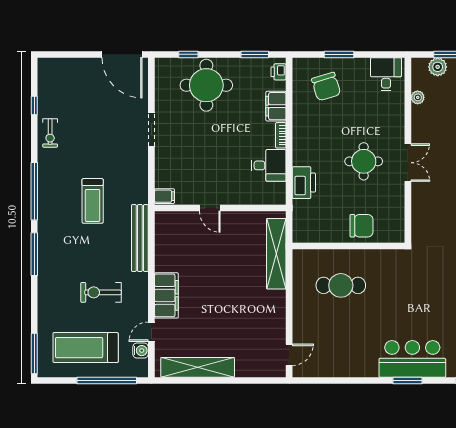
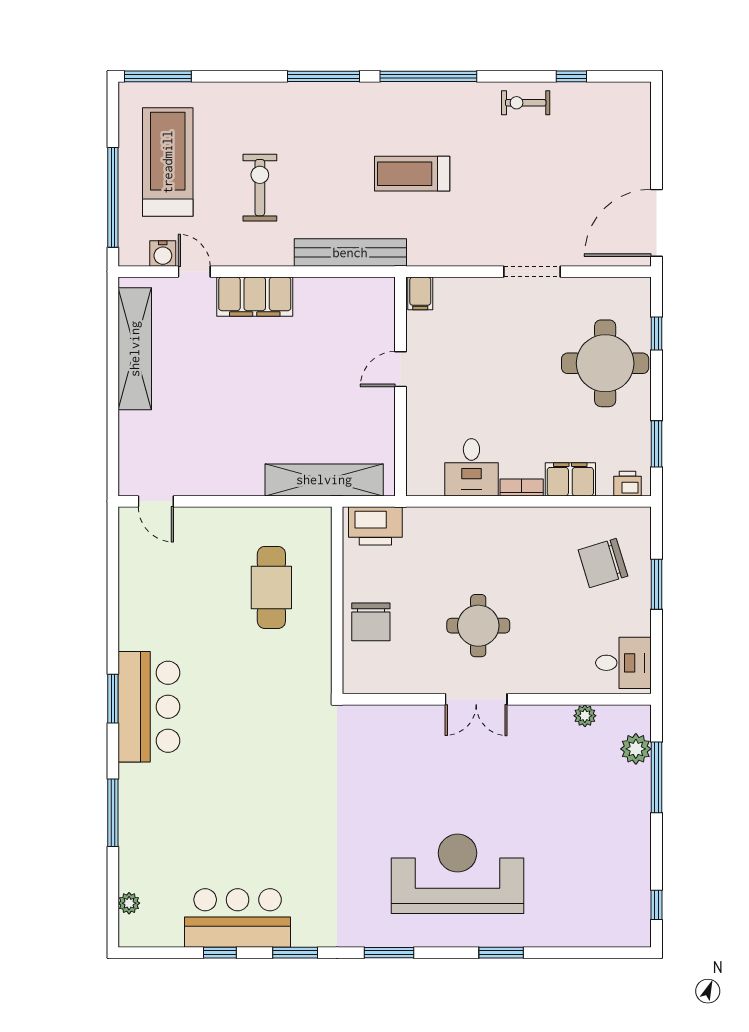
printer: (304, 183) -> (375, 526), moved

